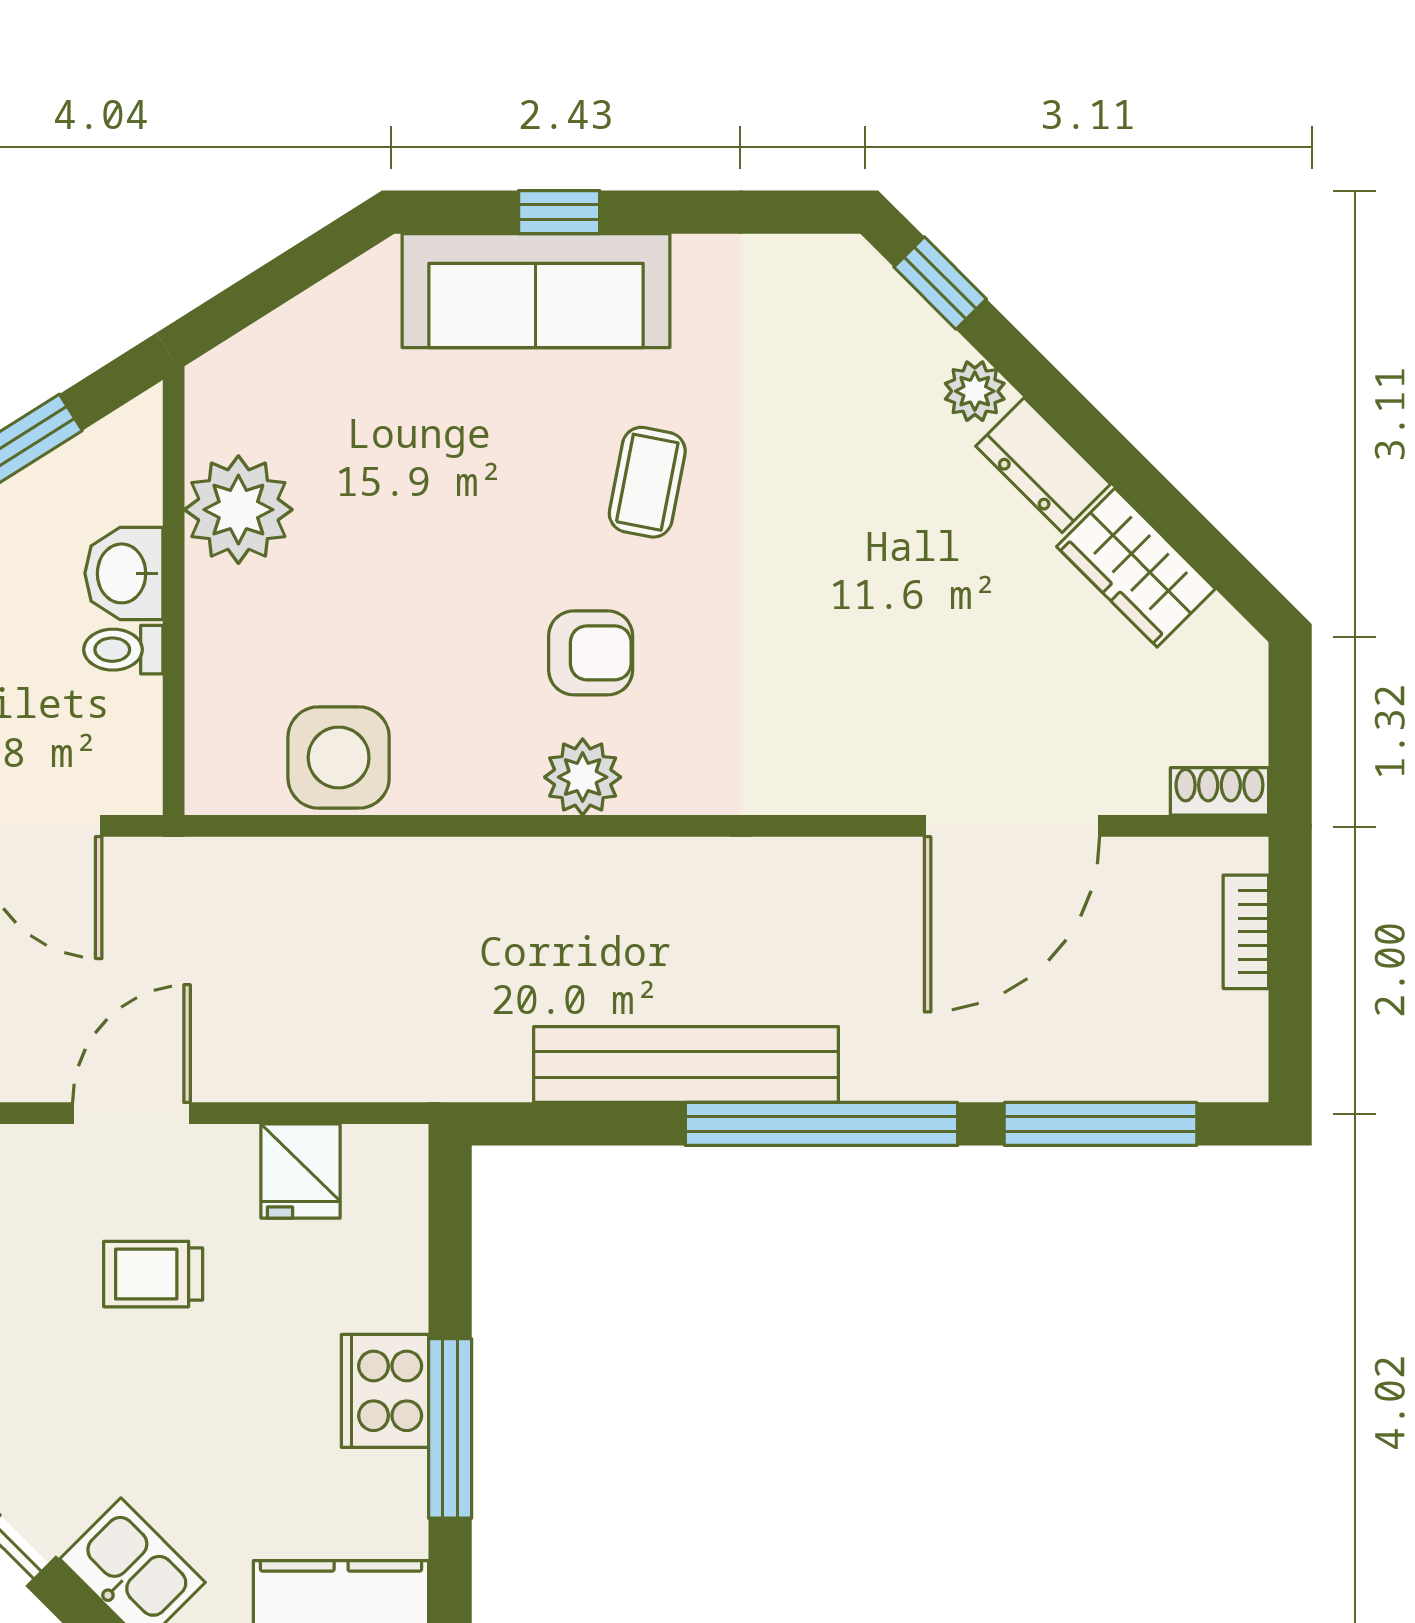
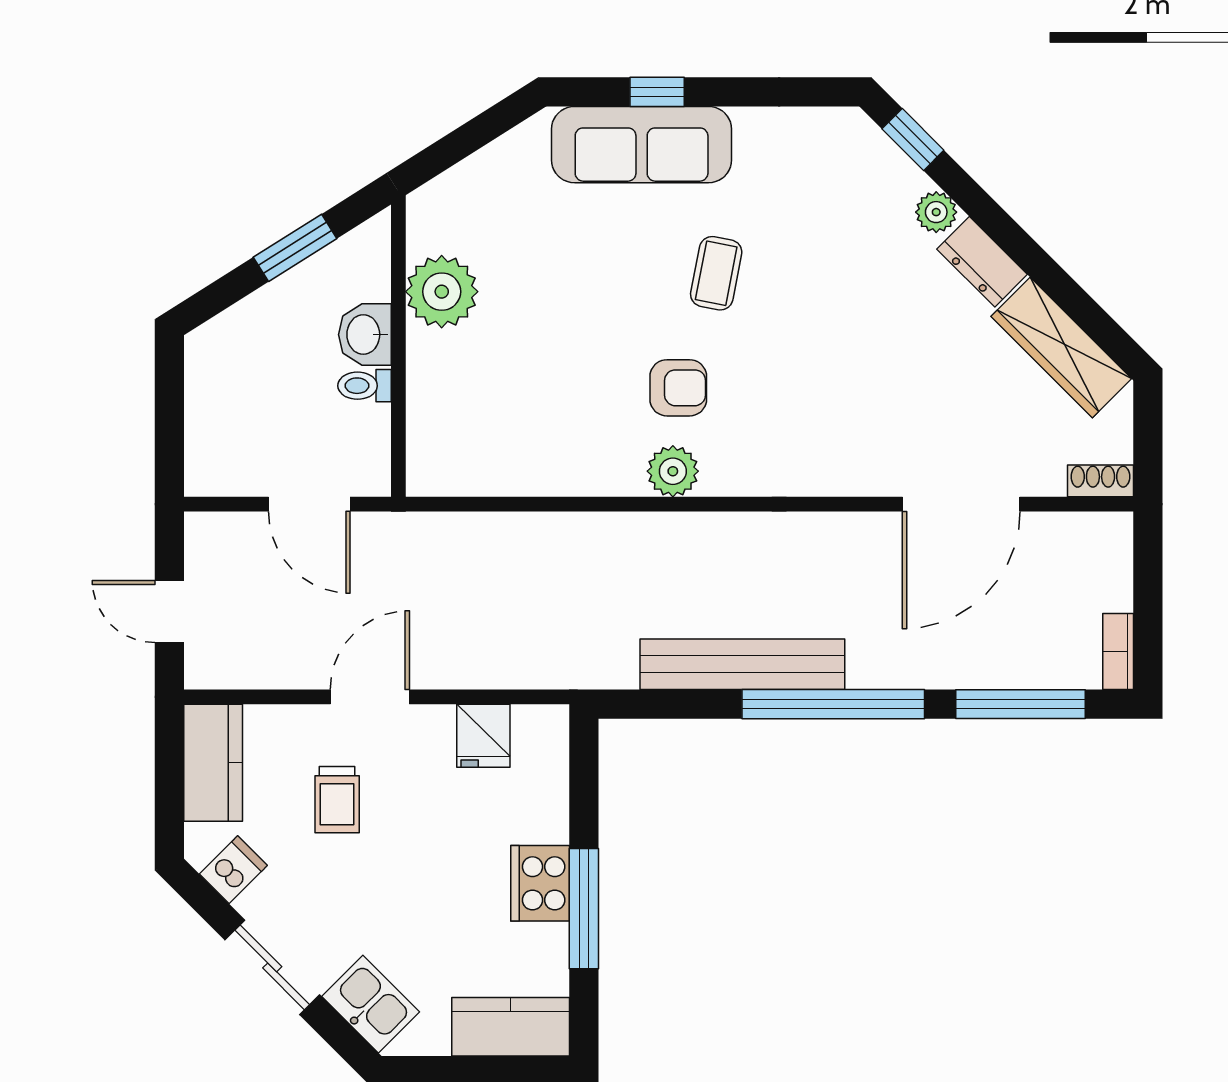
wardrobe: (1136, 568) -> (1061, 348), width x1.50
side table: (339, 758) -> (509, 458), removed
bookcase: (1246, 932) -> (1118, 652), moved
trolley: (153, 1274) -> (337, 800), moved, turned -90

